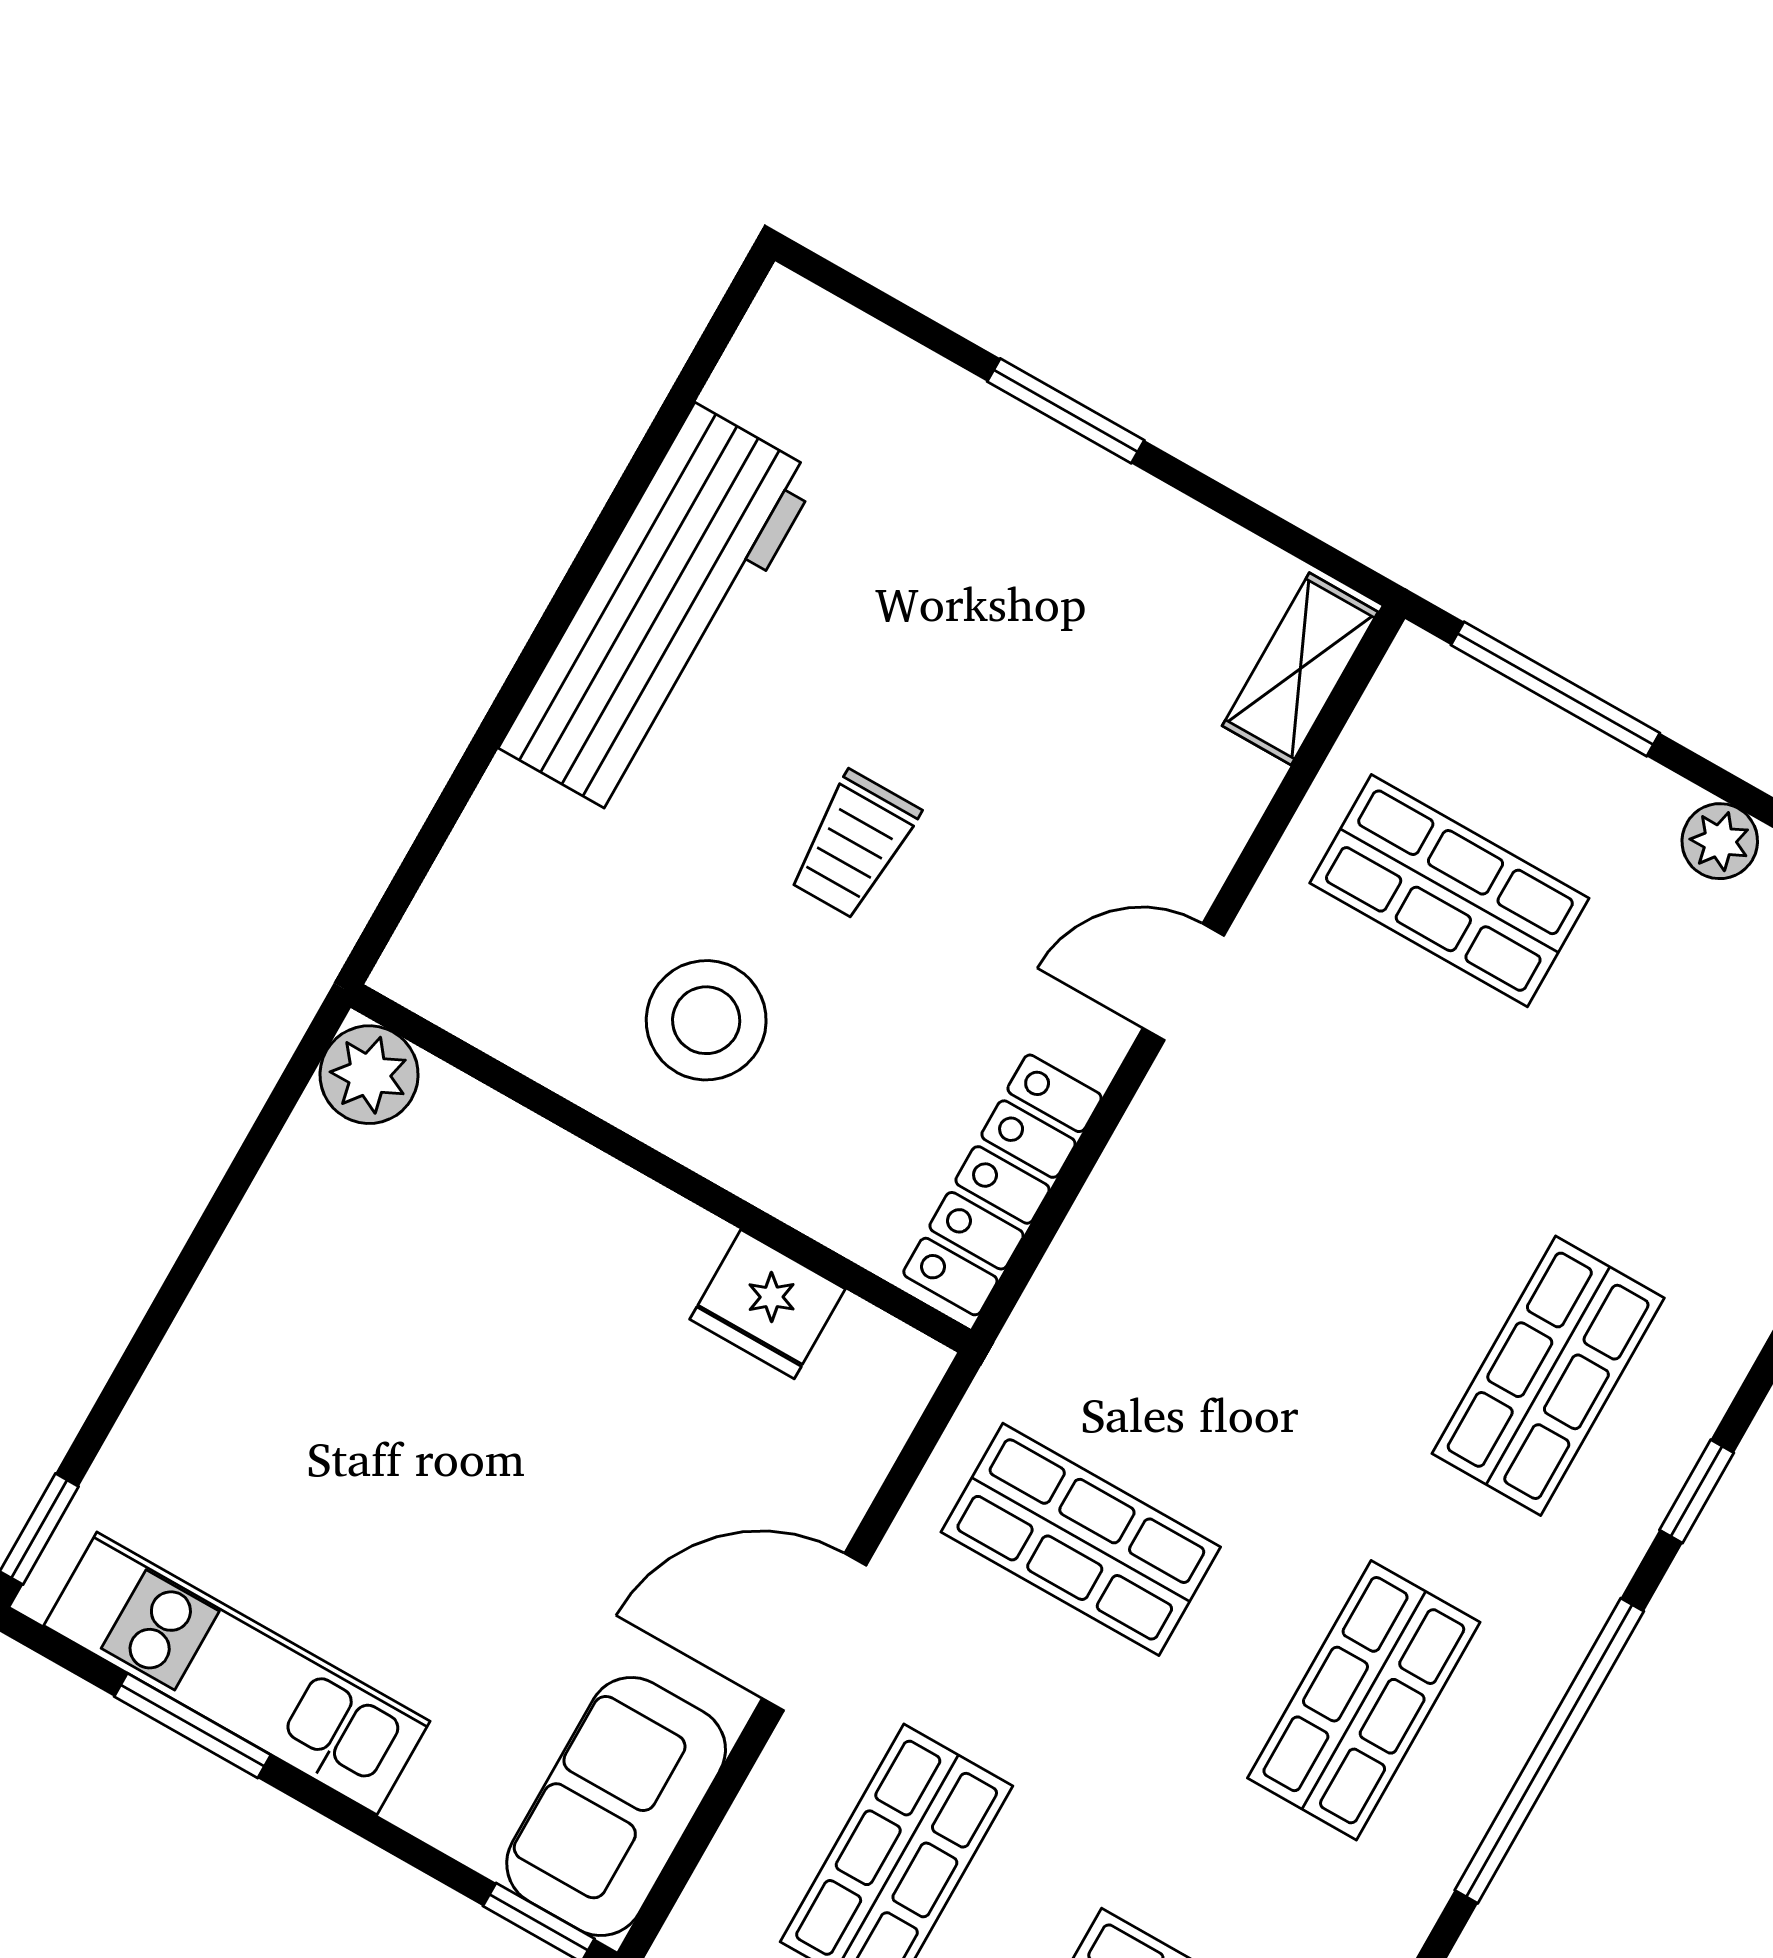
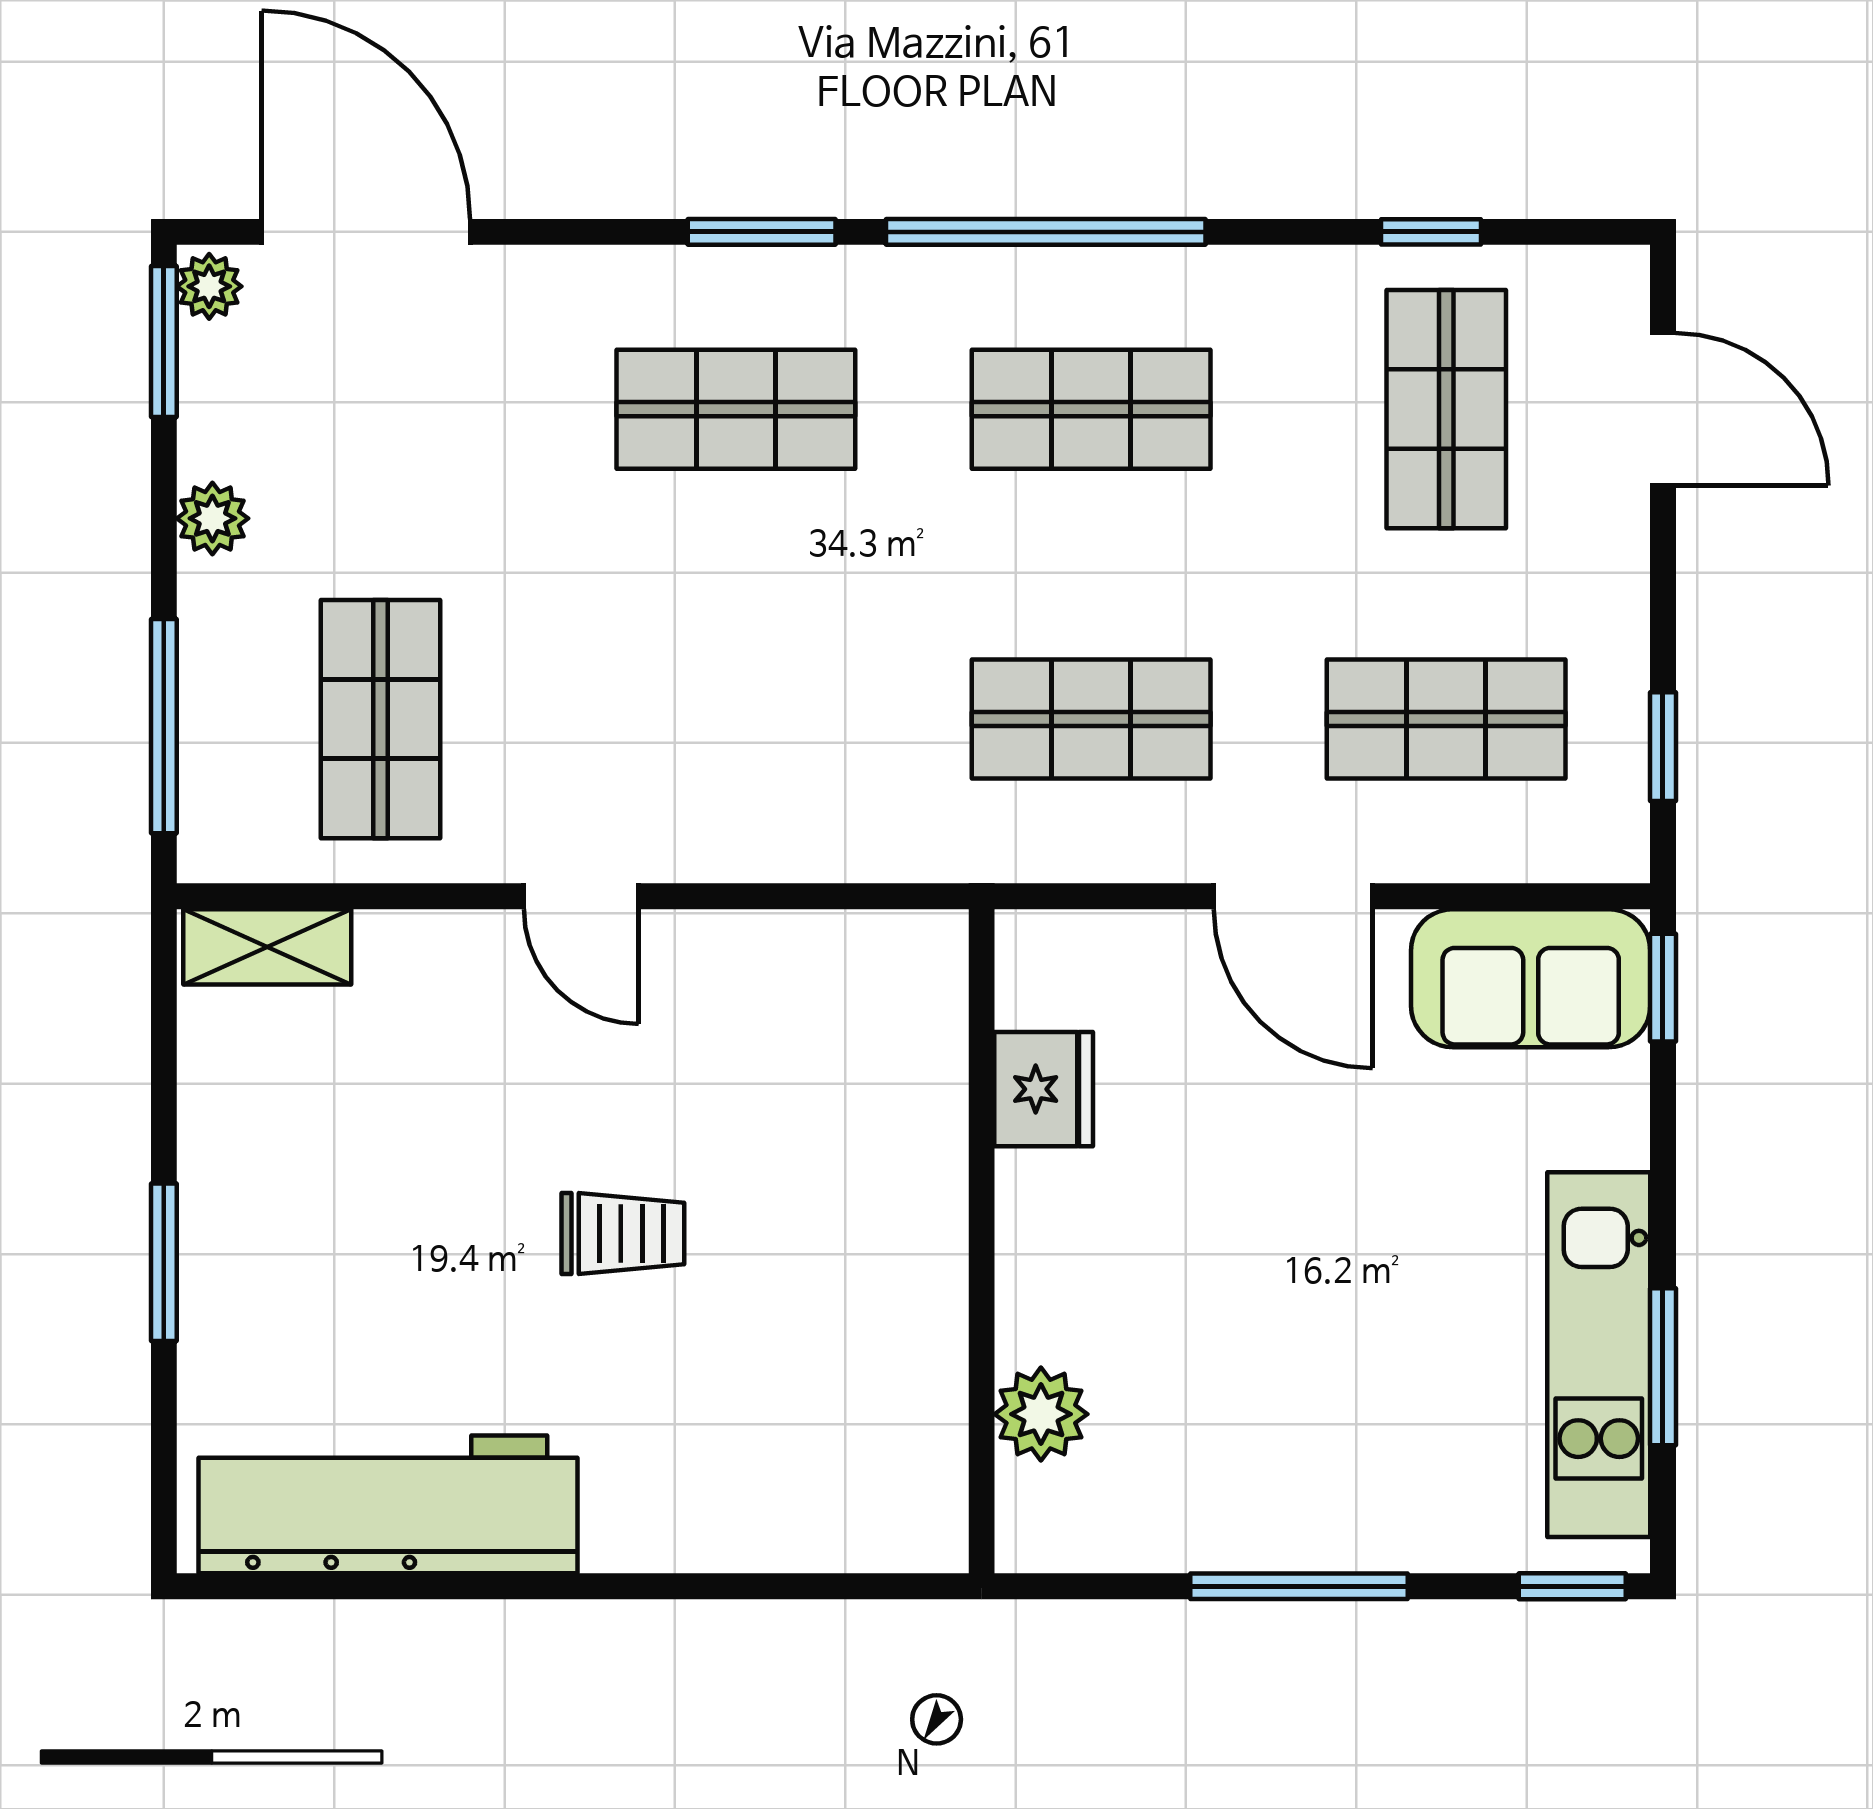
workbench: (660, 611) -> (388, 1504), moved
stool: (706, 1020) -> (837, 1273), removed
plant: (369, 1075) -> (1041, 1414), moved
locker: (1002, 1185) -> (834, 951), removed
window: (181, 1280) -> (1299, 1586), added
window: (1697, 1491) -> (762, 232), width x1.50
shop shelf: (1081, 1539) -> (1091, 719), turned 90

